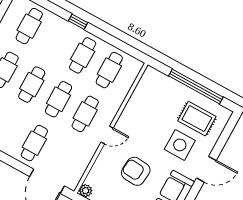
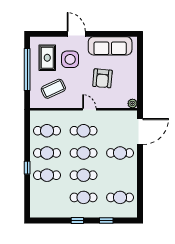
cafe table: (29, 26) -> (47, 175), moved
coffee table: (156, 105) -> (53, 89), added

